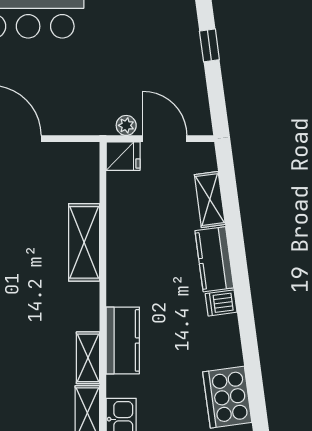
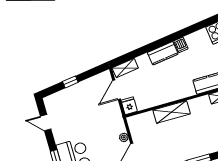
plant: (126, 125) -> (124, 137), moved
shelving: (210, 200) -> (125, 68), moved

